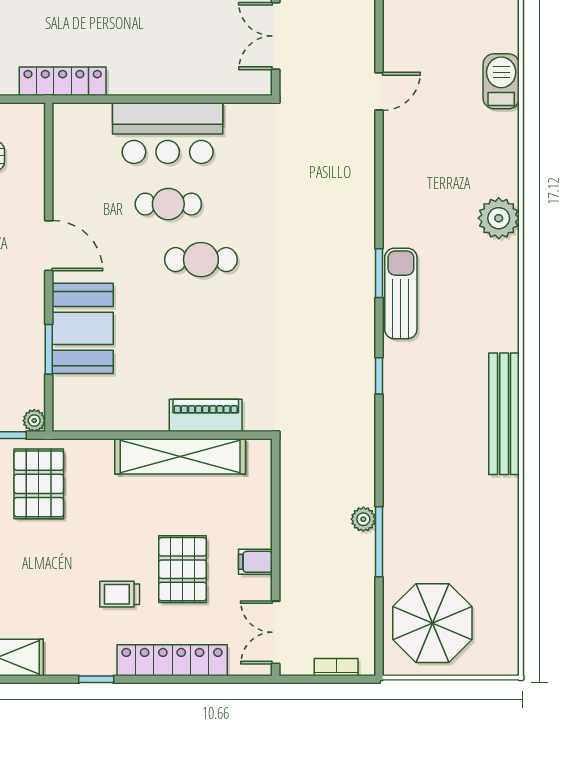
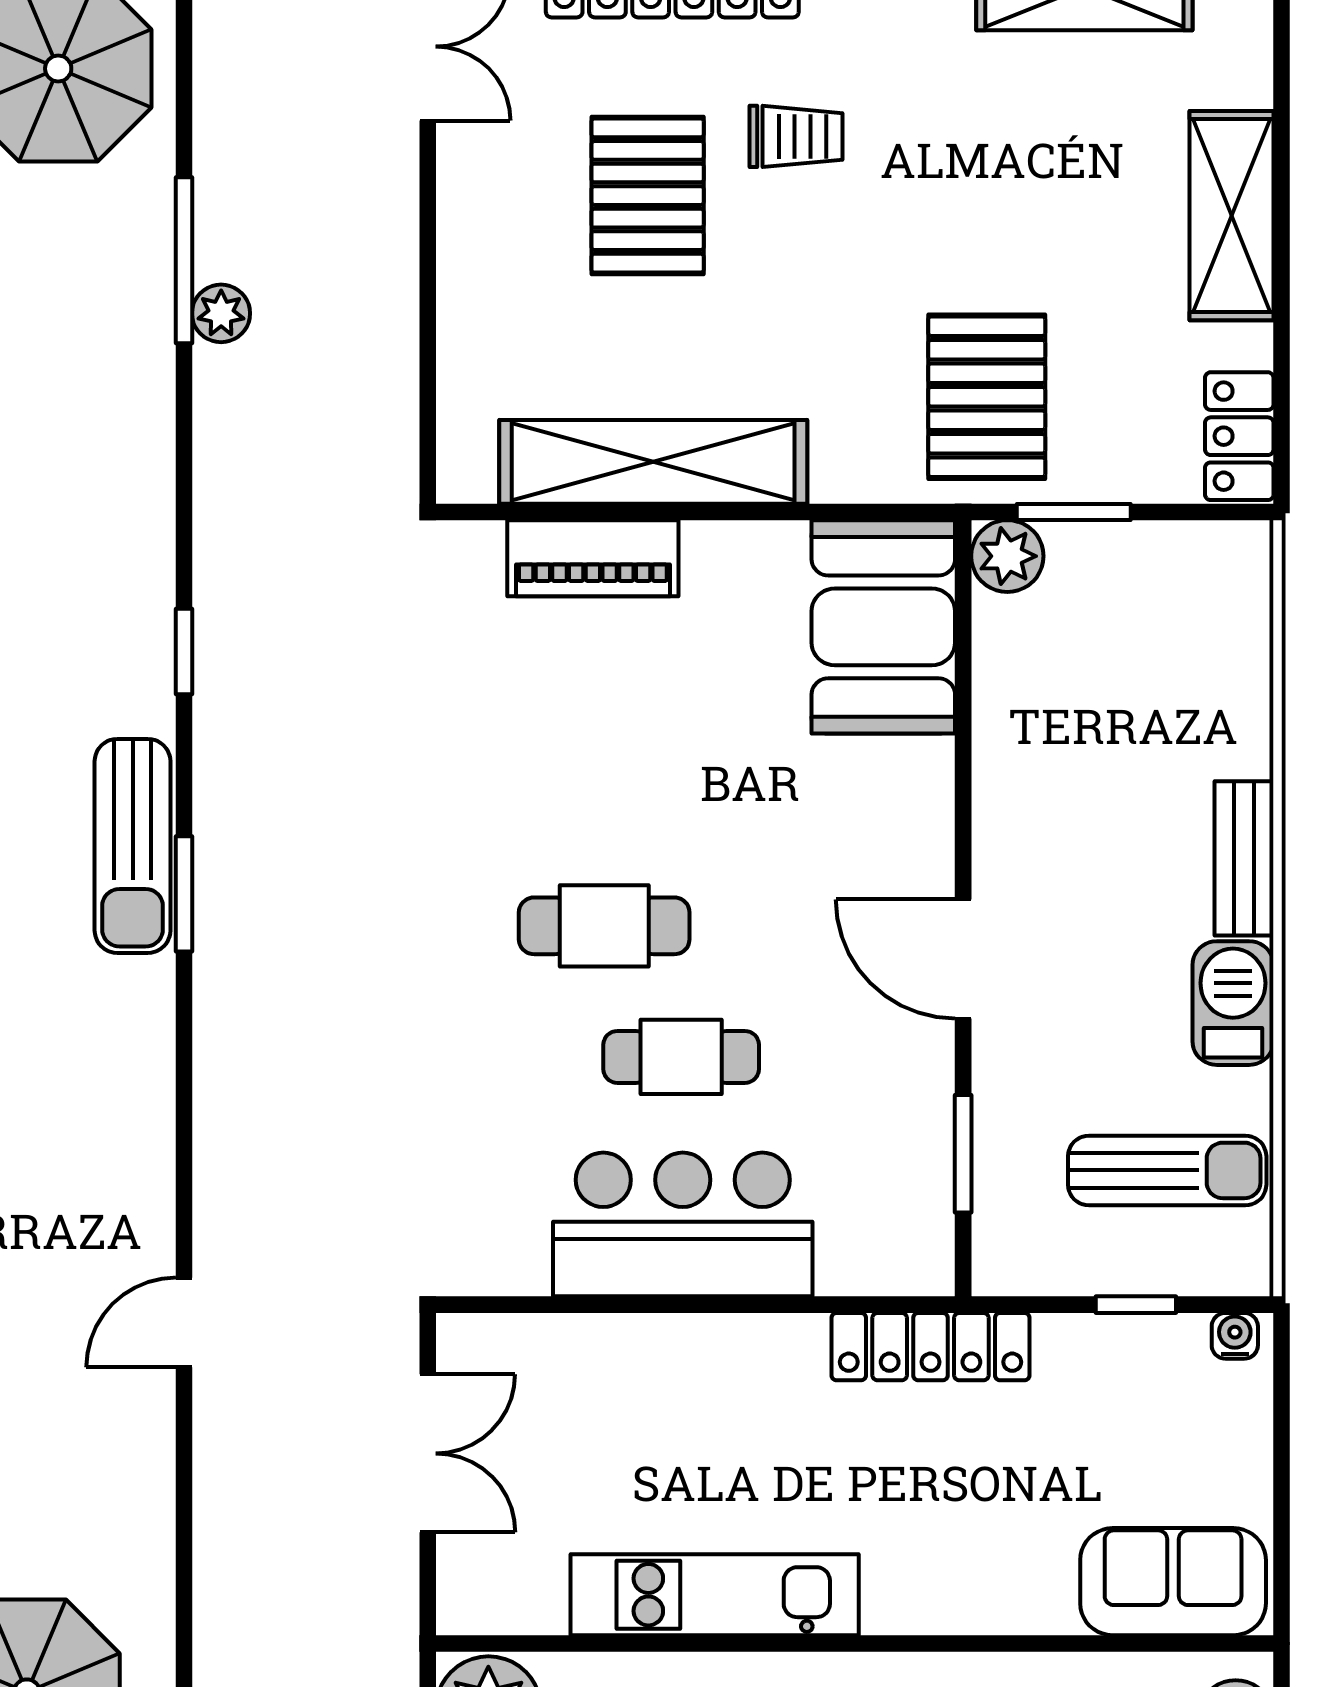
booth: (83, 328) -> (883, 627), moved
window: (49, 349) -> (963, 1154), moved
plant: (34, 421) -> (1007, 556), width x1.38, depth x1.38
filing cabinet: (255, 562) -> (476, 213), removed

